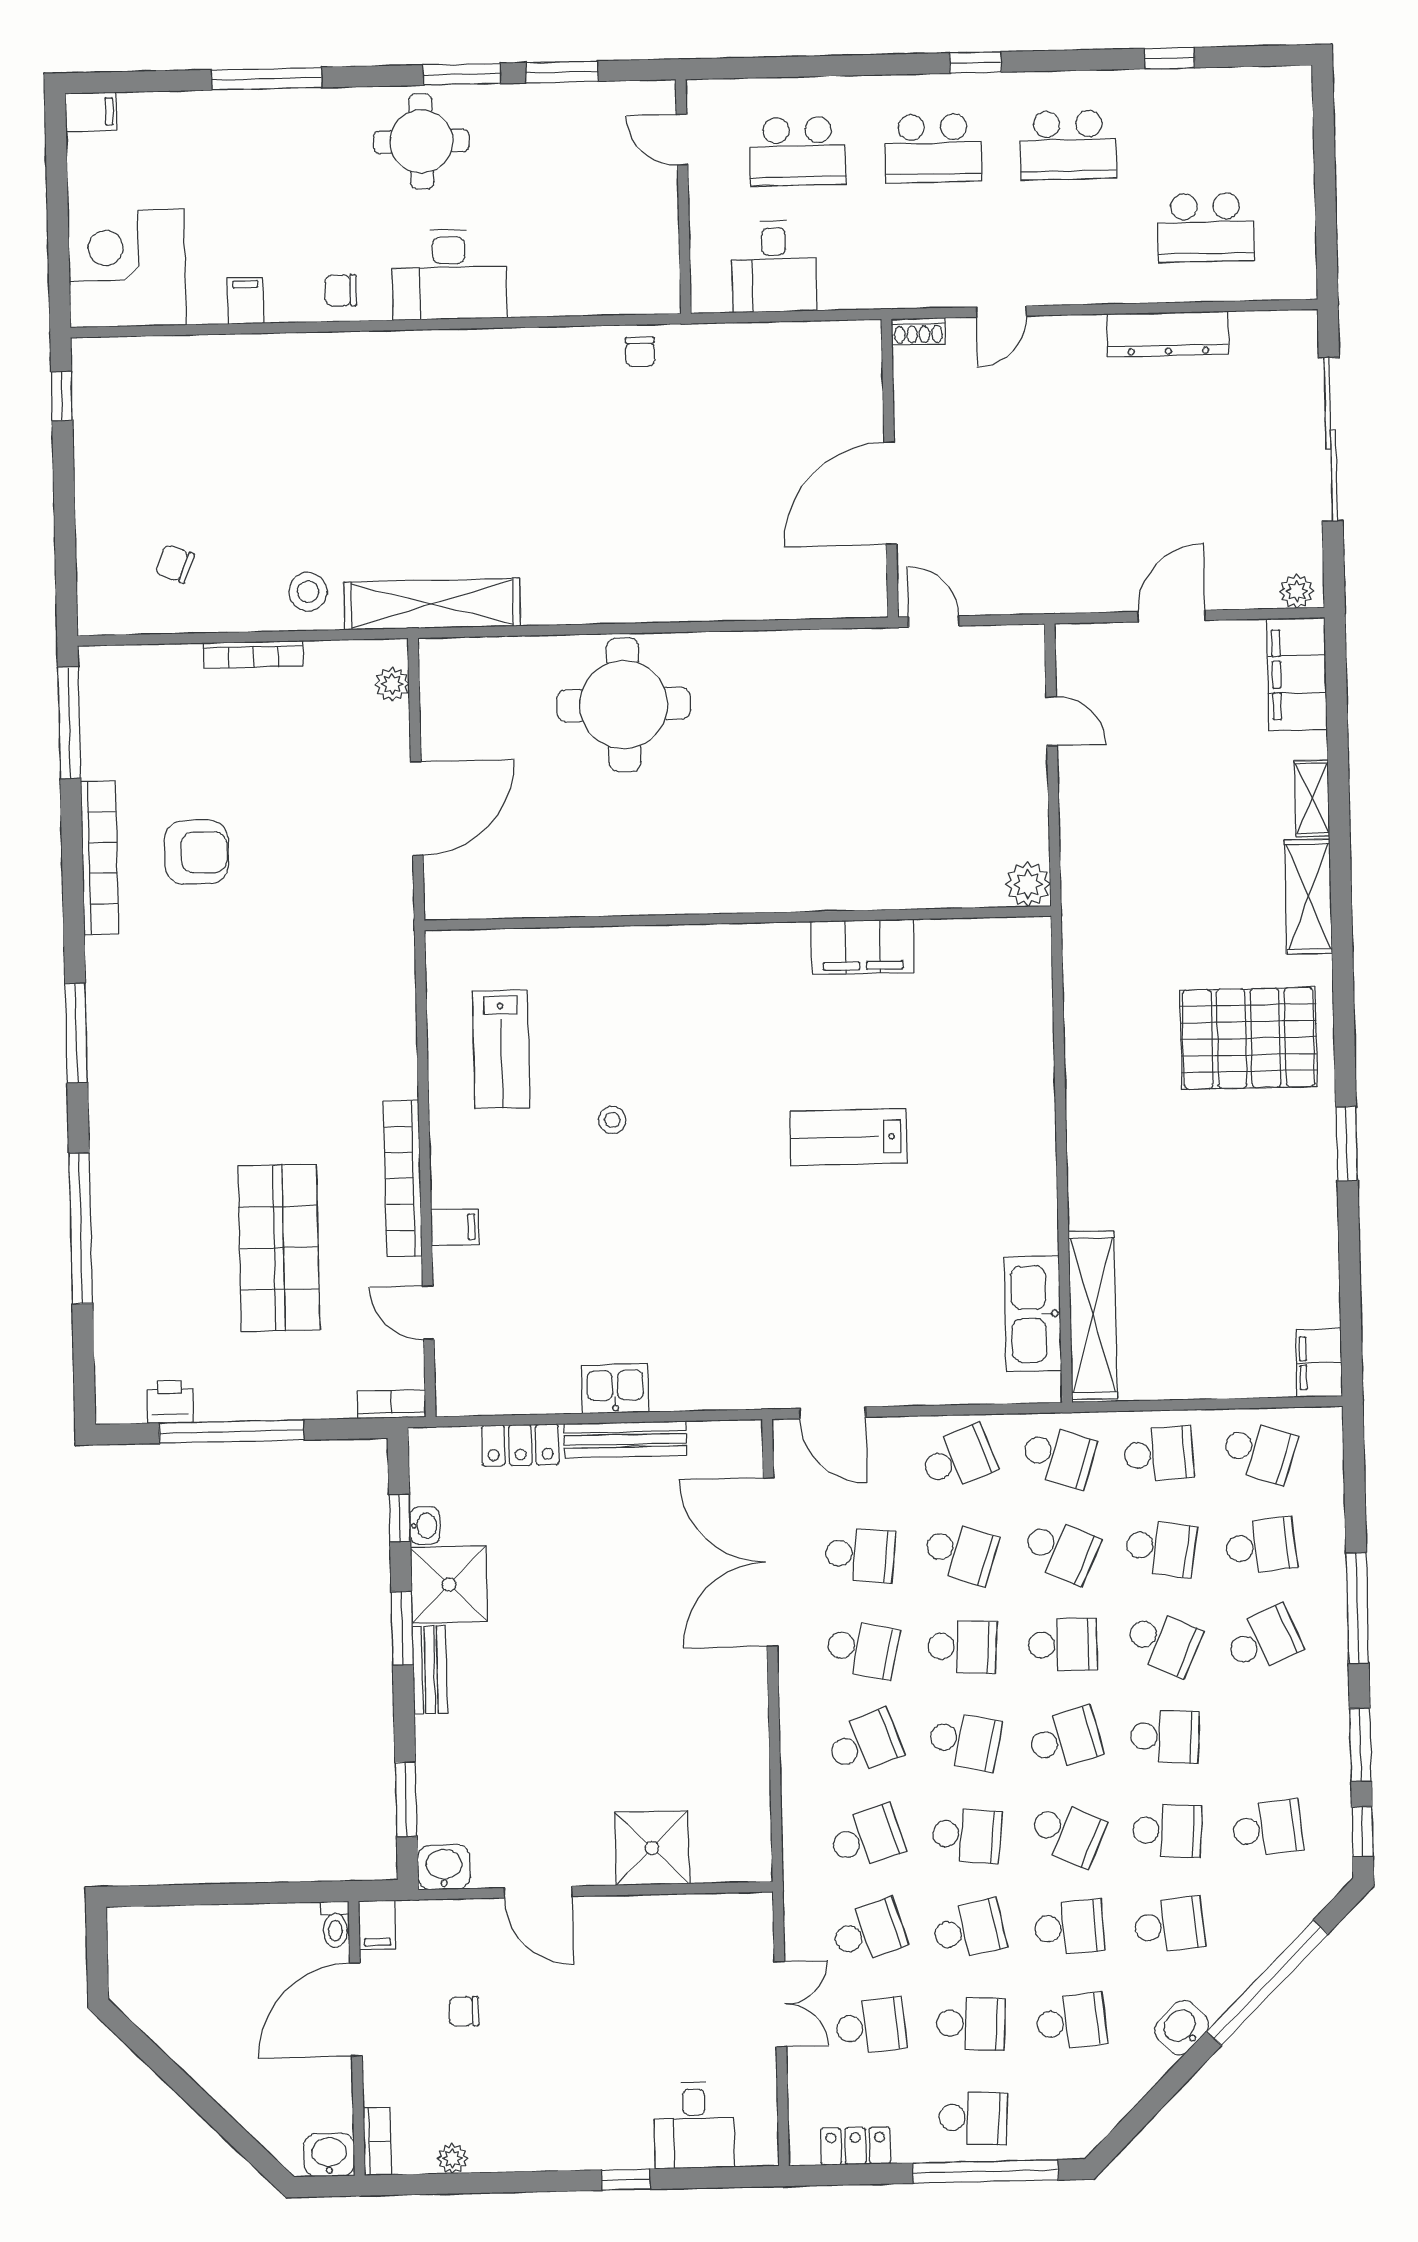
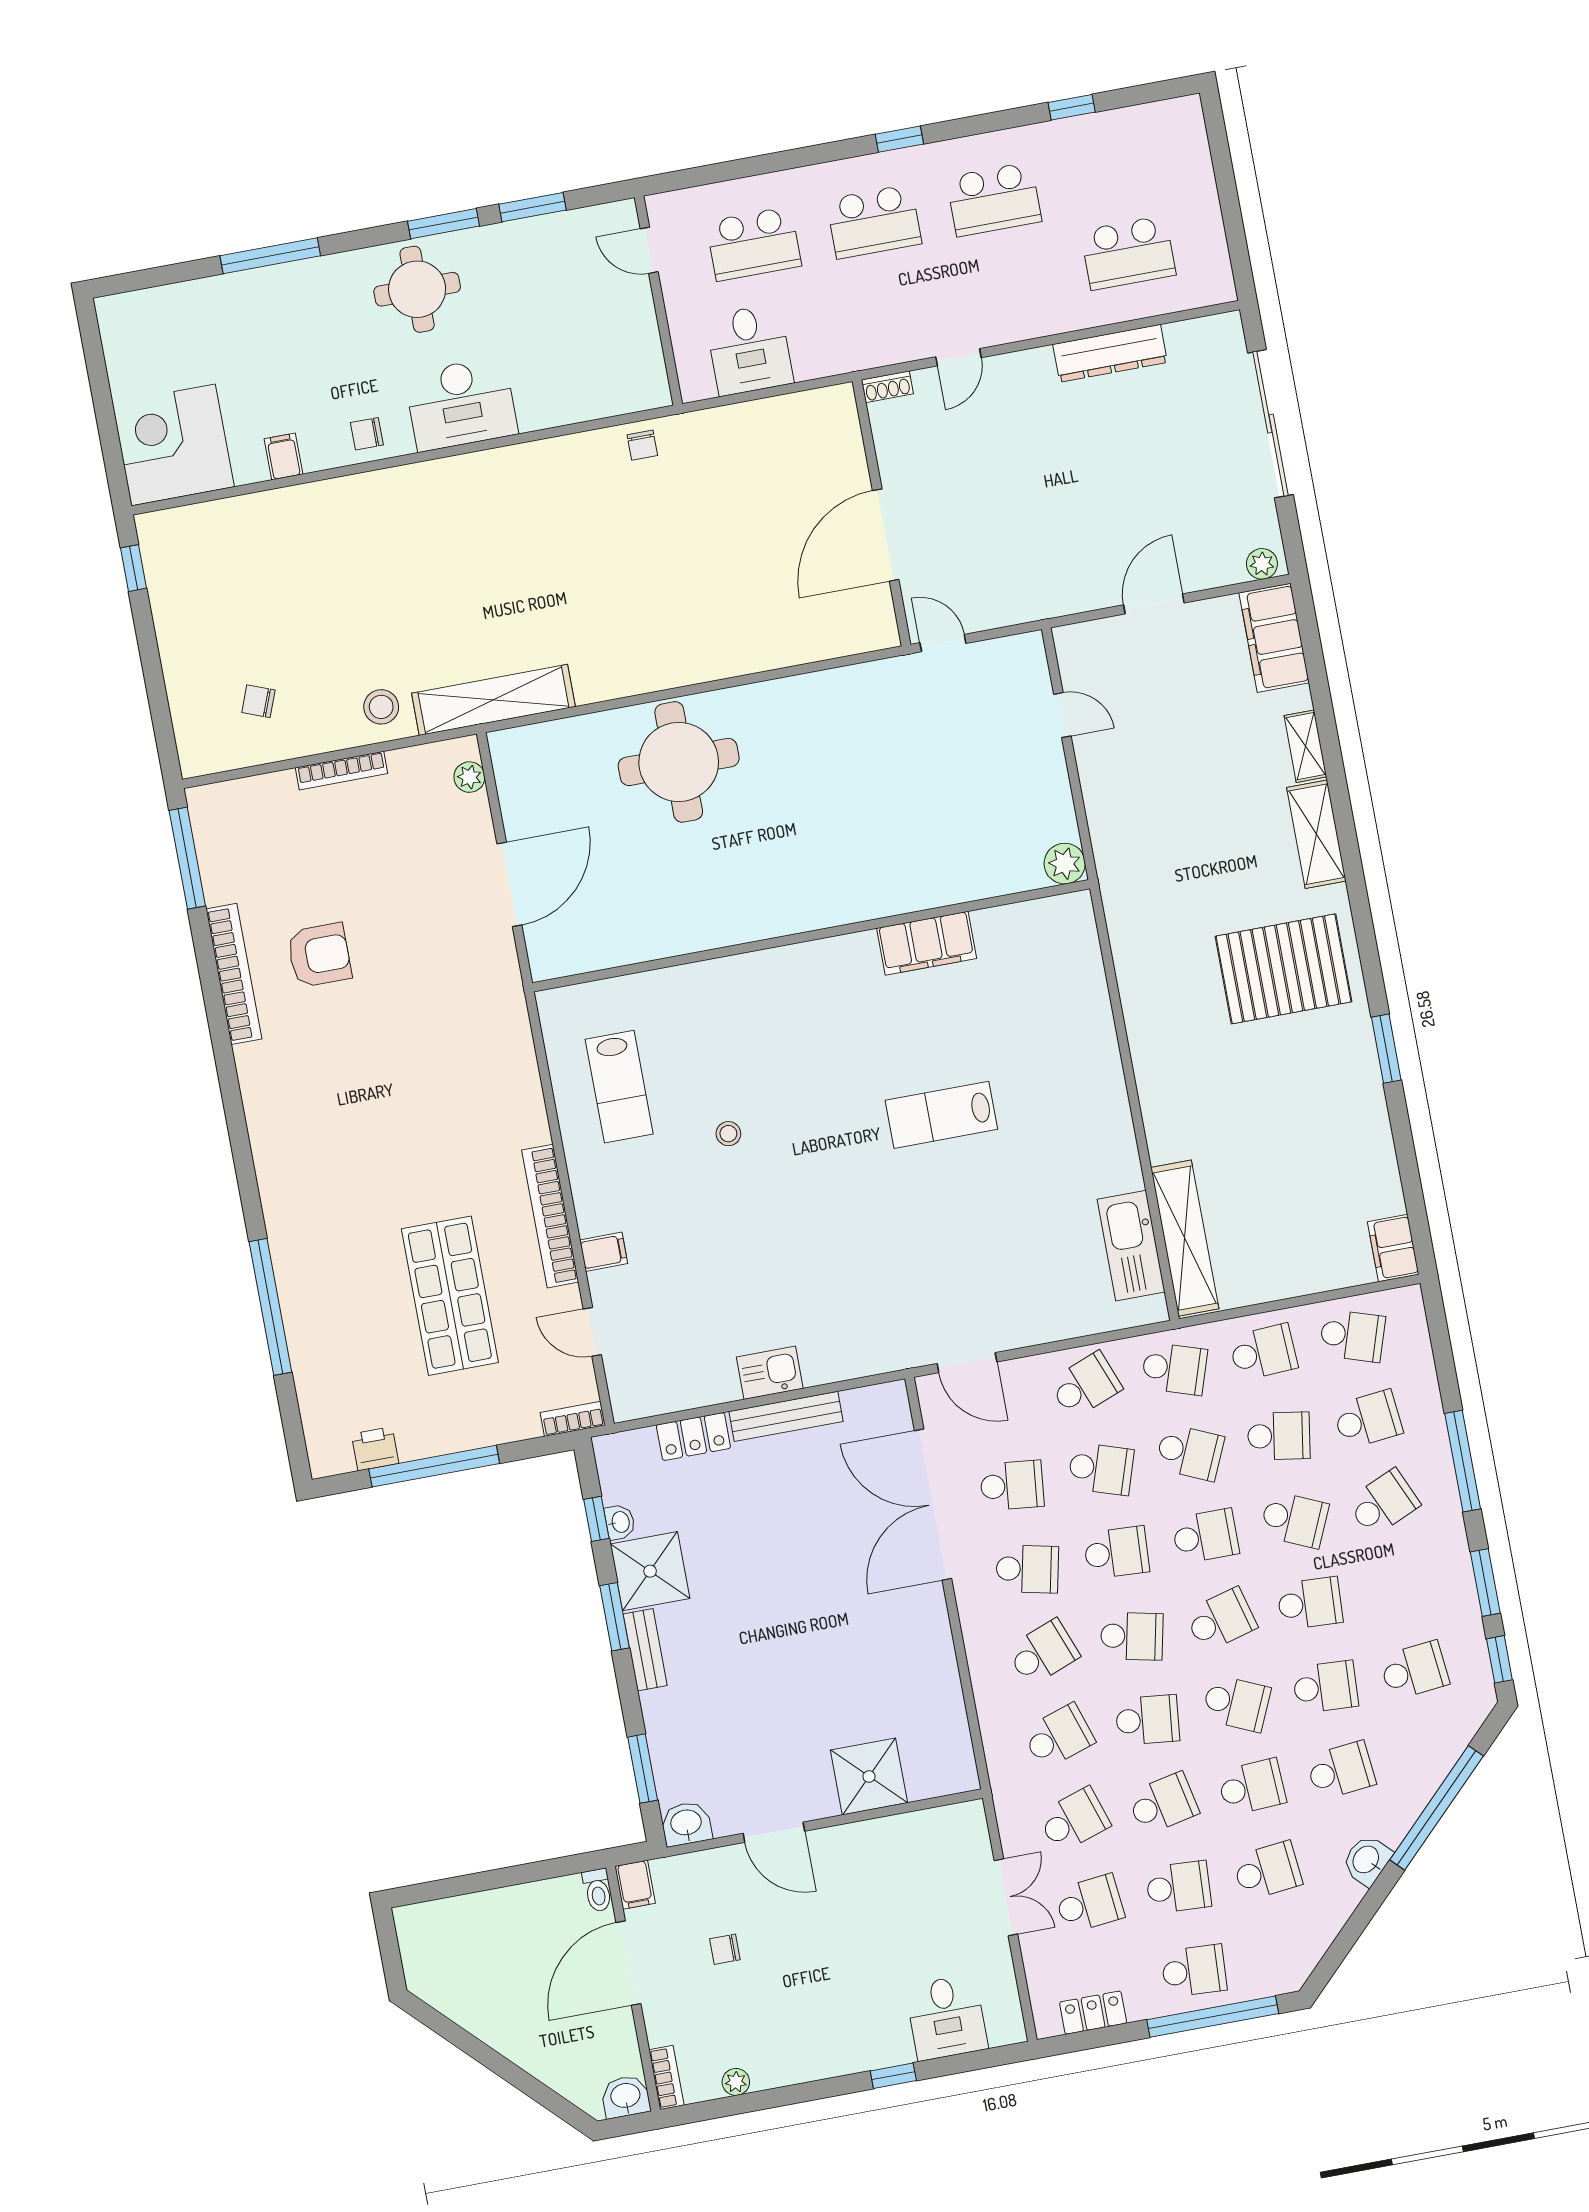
filing cabinet: (91, 112) -> (119, 311), removed
window: (76, 1033) -> (238, 1134), removed

